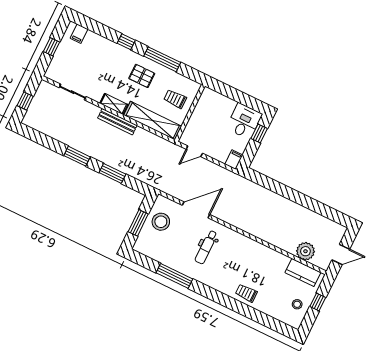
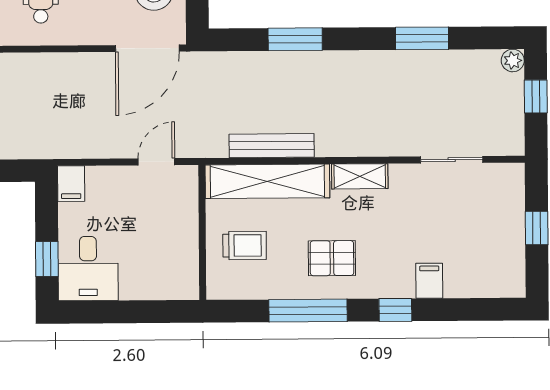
filing cabinet: (79, 34) -> (429, 281), moved
plant: (27, 120) -> (513, 60), added
bench: (117, 122) -> (272, 146), moved
window: (77, 156) -> (422, 38), moved
door: (196, 210) -> (147, 48), moved

